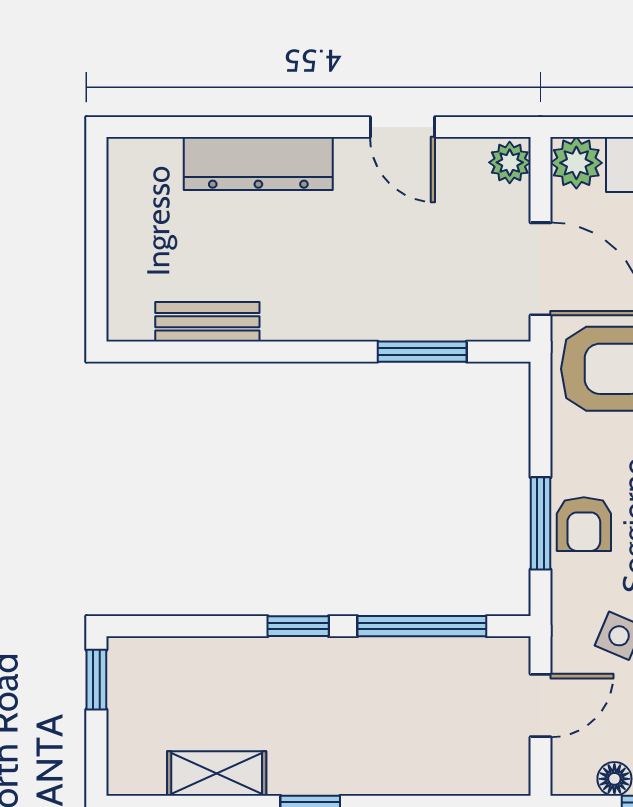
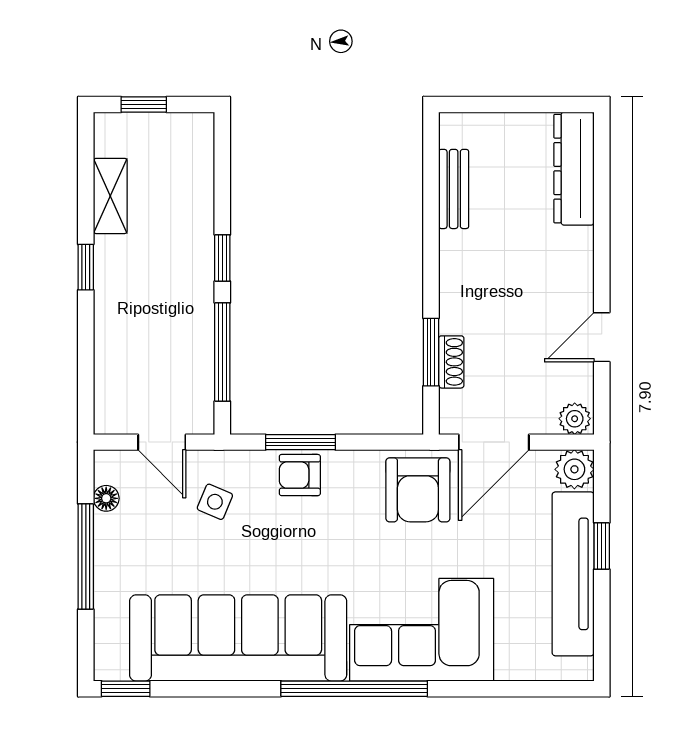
dresser: (258, 164) -> (574, 169), moved
shoe rack: (435, 325) -> (451, 362), added
window: (96, 680) -> (144, 104), moved

